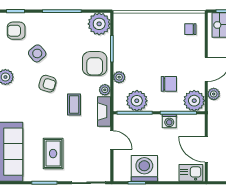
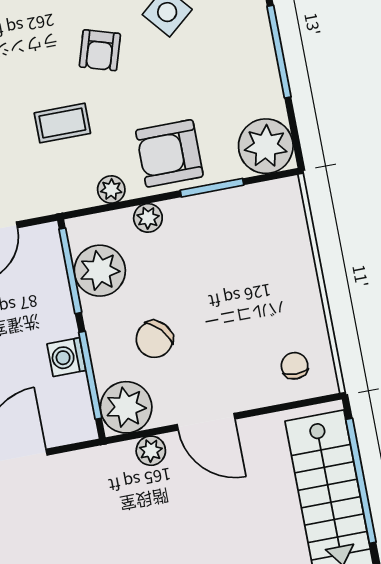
chair: (169, 84) -> (154, 339), turned 48
fireplace: (104, 112) -> (59, 198), removed

